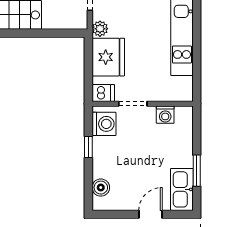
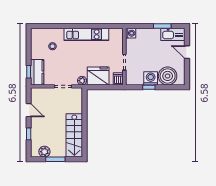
washing machine: (165, 115) -> (131, 33), moved
washing machine: (104, 124) -> (151, 78), moved
boiler: (101, 188) -> (168, 76), width x1.86, depth x1.86

